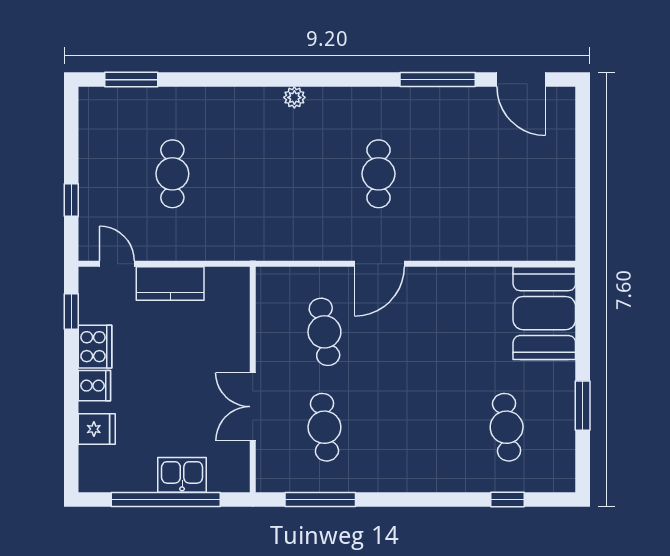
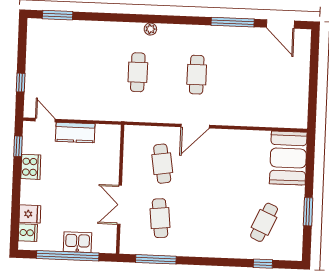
cafe table: (172, 174) -> (138, 72), moved
cooker: (94, 386) -> (28, 233), moved
cafe table: (507, 427) -> (264, 222), turned 30

